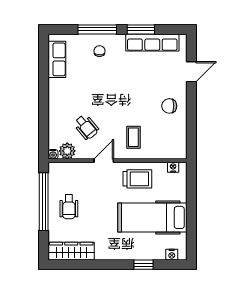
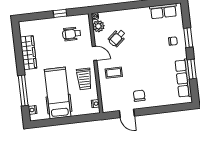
window: (97, 29) -> (188, 38), width x0.69
door: (191, 72) -> (127, 113), moved
window: (44, 202) -> (60, 13), width x0.32
wheelchair: (69, 207) -> (72, 34), moved
wardrobe: (71, 251) -> (28, 53), moved
window: (143, 265) -> (23, 90), width x2.17

